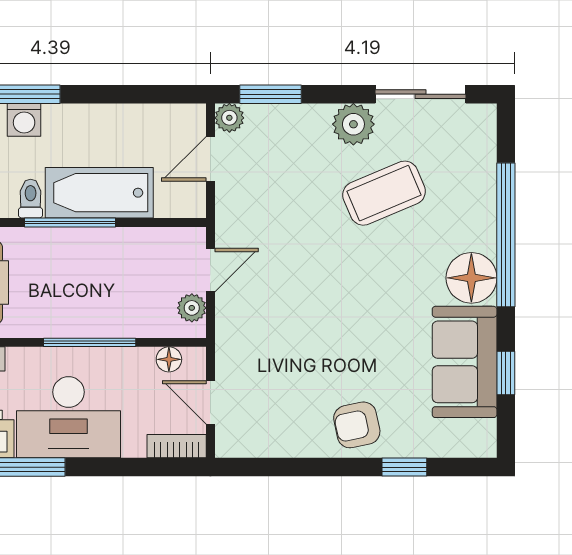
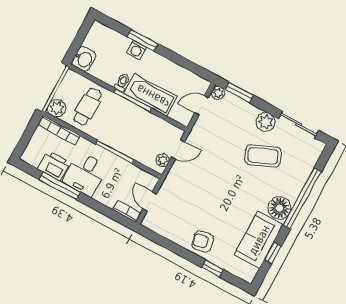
floor lamp: (169, 359) -> (142, 176), removed
desk: (68, 417) -> (85, 174), width x0.73

